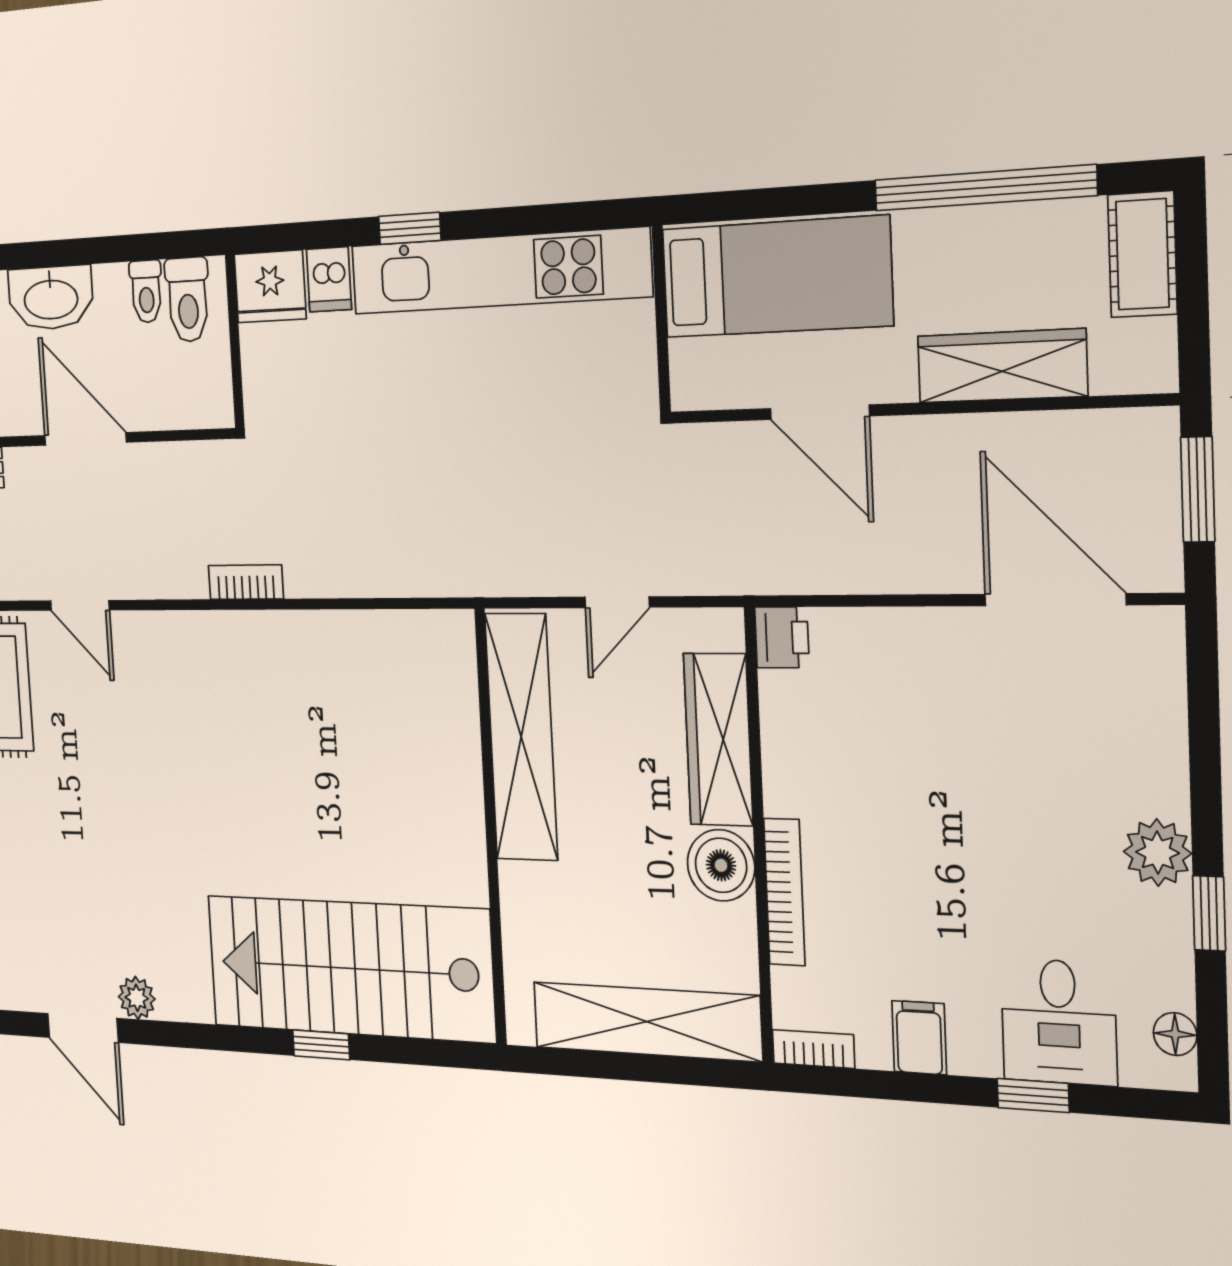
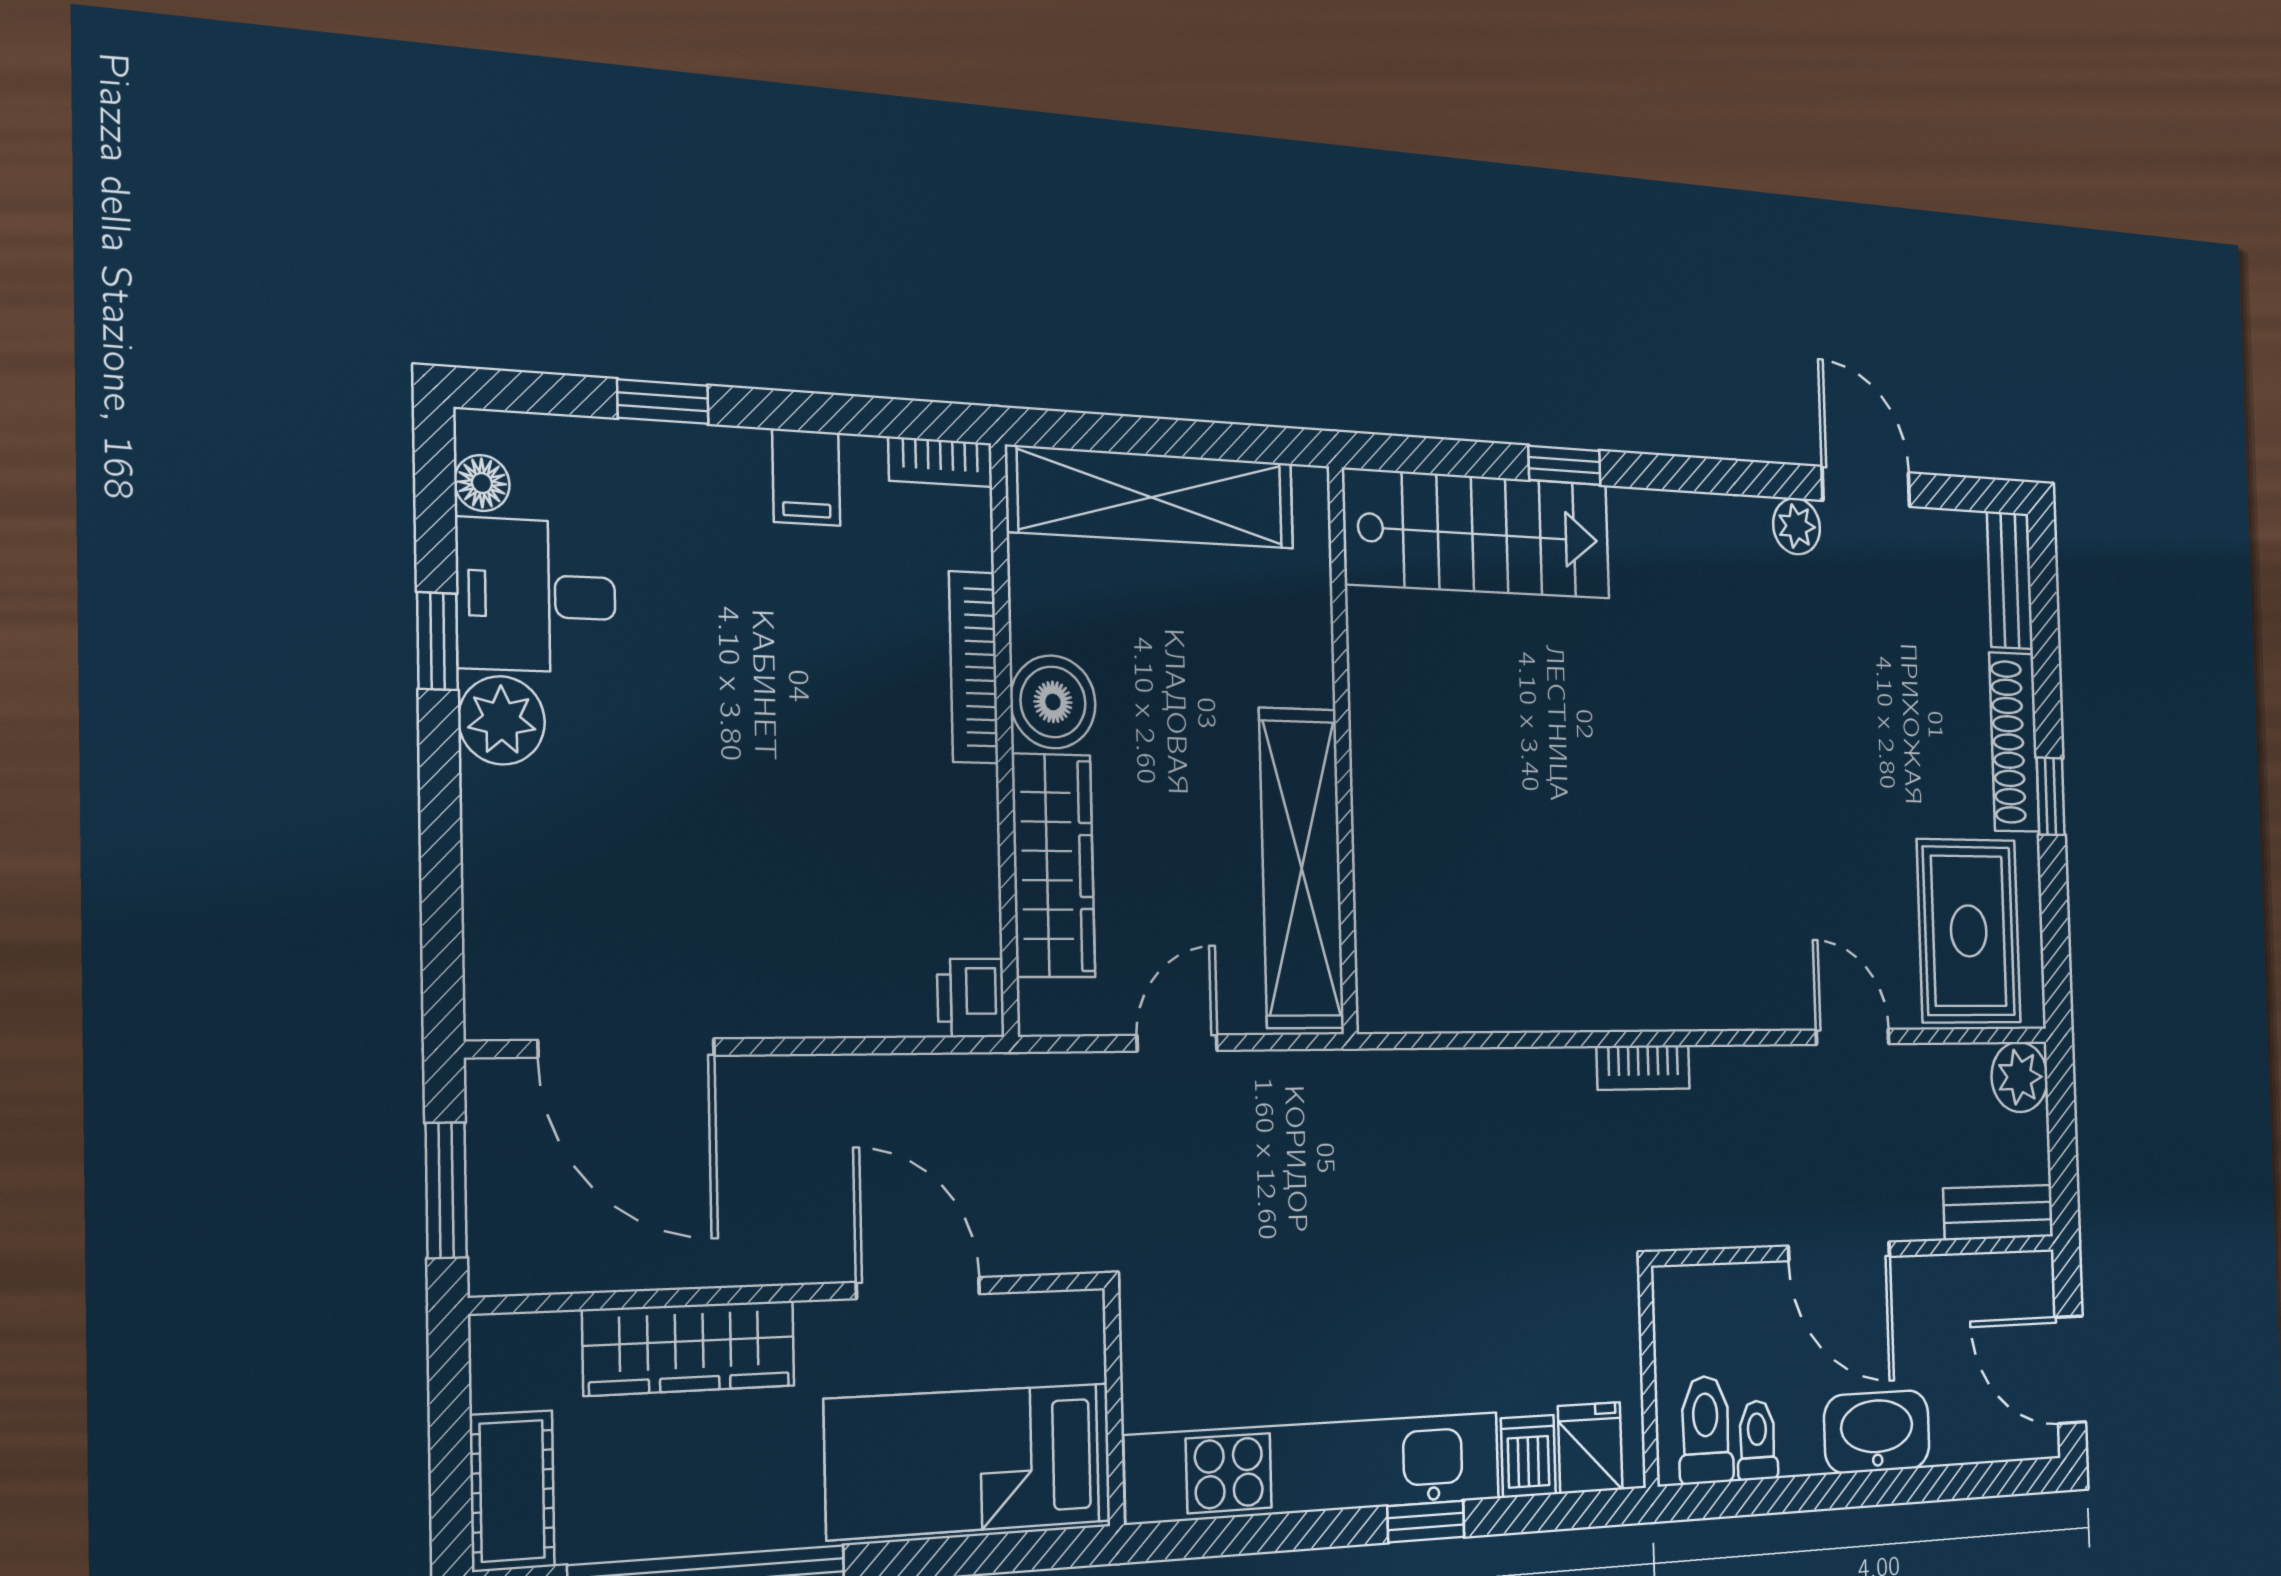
fridge: (270, 286) -> (1590, 1448), width x0.72
stairs: (349, 968) -> (1477, 534), width x0.73, depth x0.66
desk: (1059, 1022) -> (536, 596), moved, turned -90

